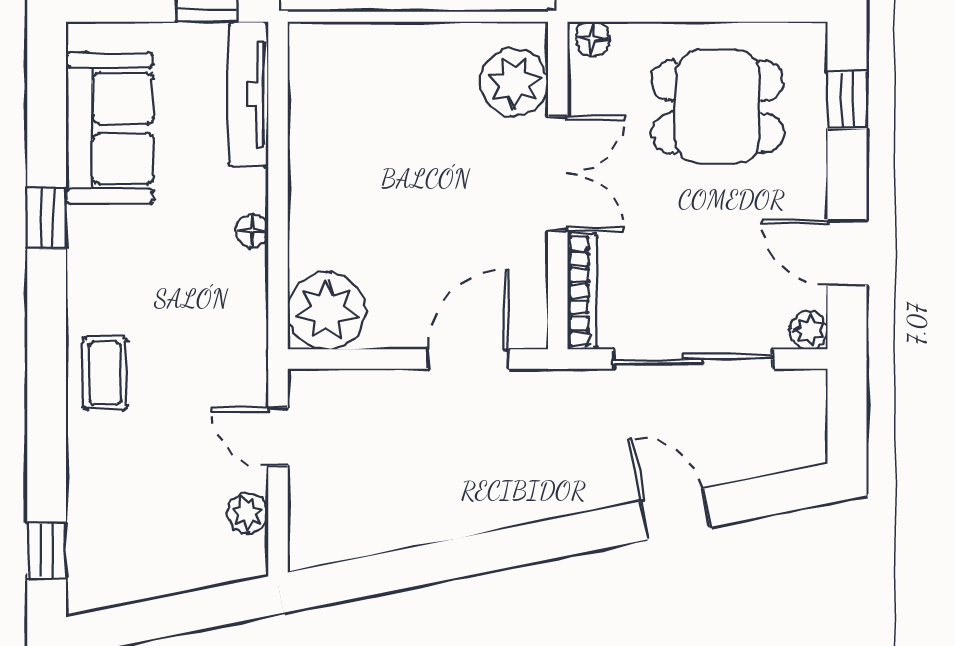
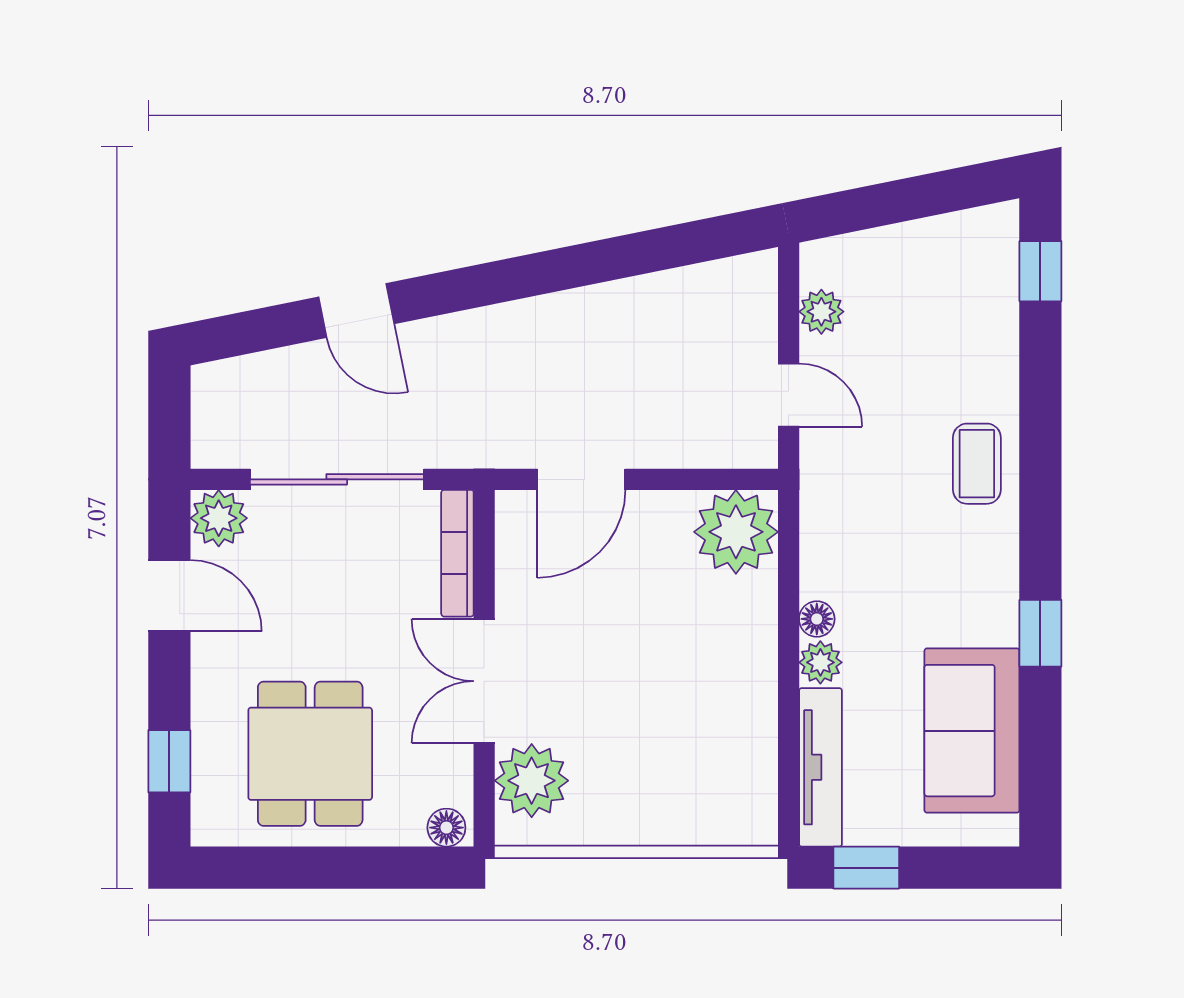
dining table: (718, 107) -> (310, 754), turned 90
plant: (249, 191) -> (820, 662), added
plant: (809, 330) -> (219, 518), width x1.38, depth x1.38

